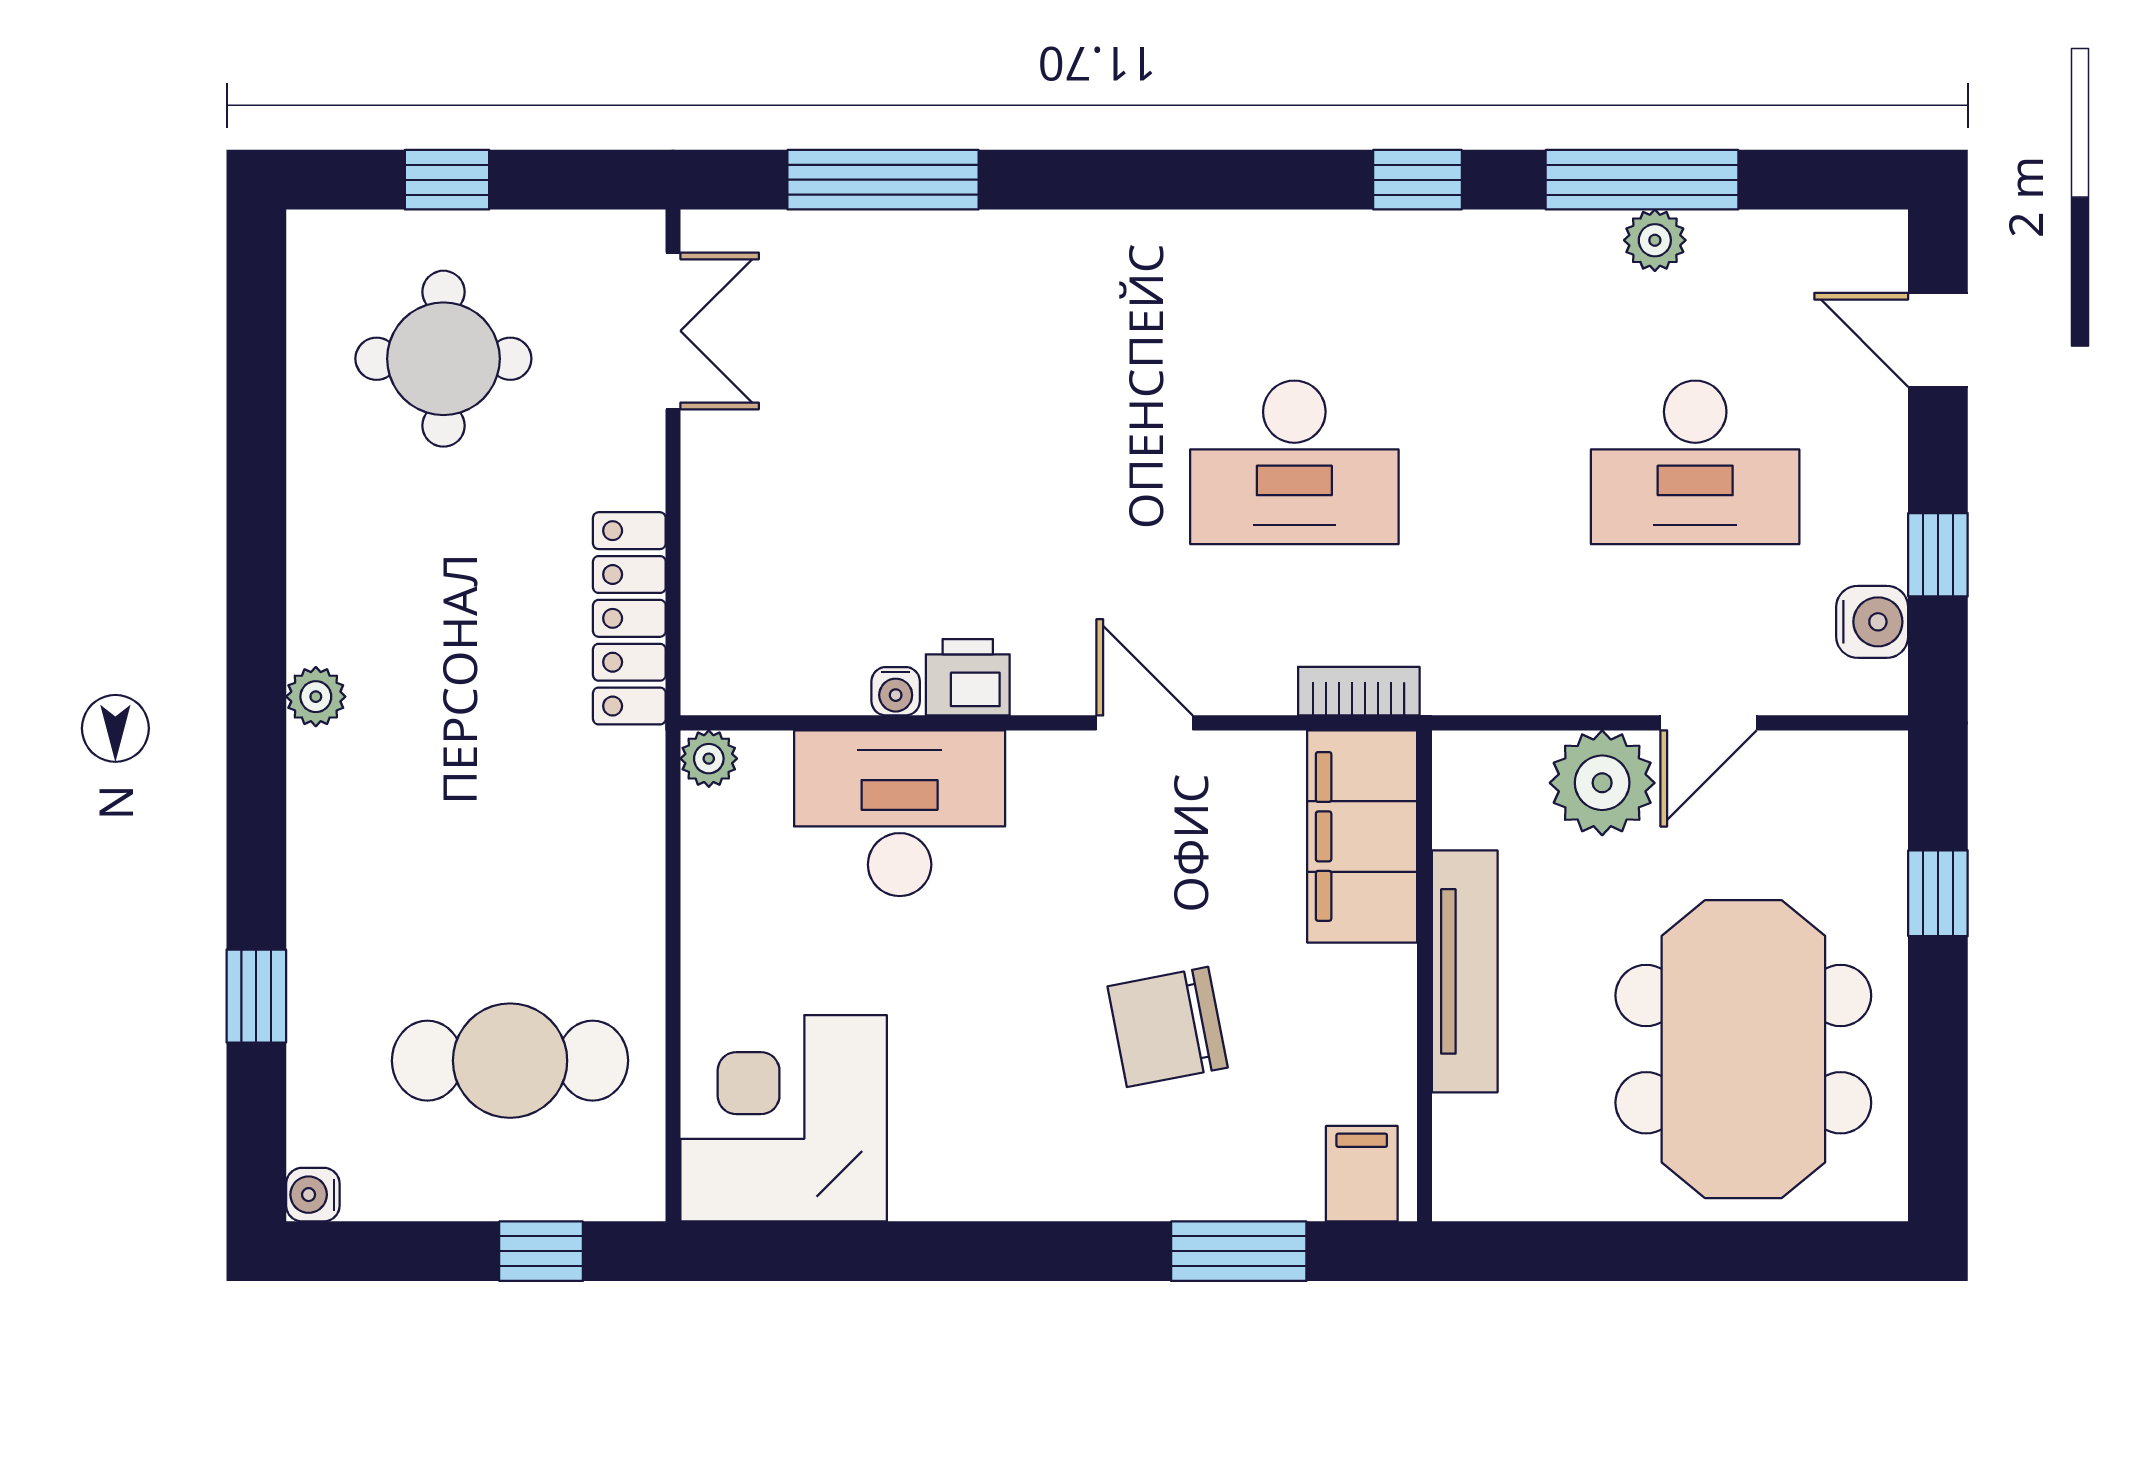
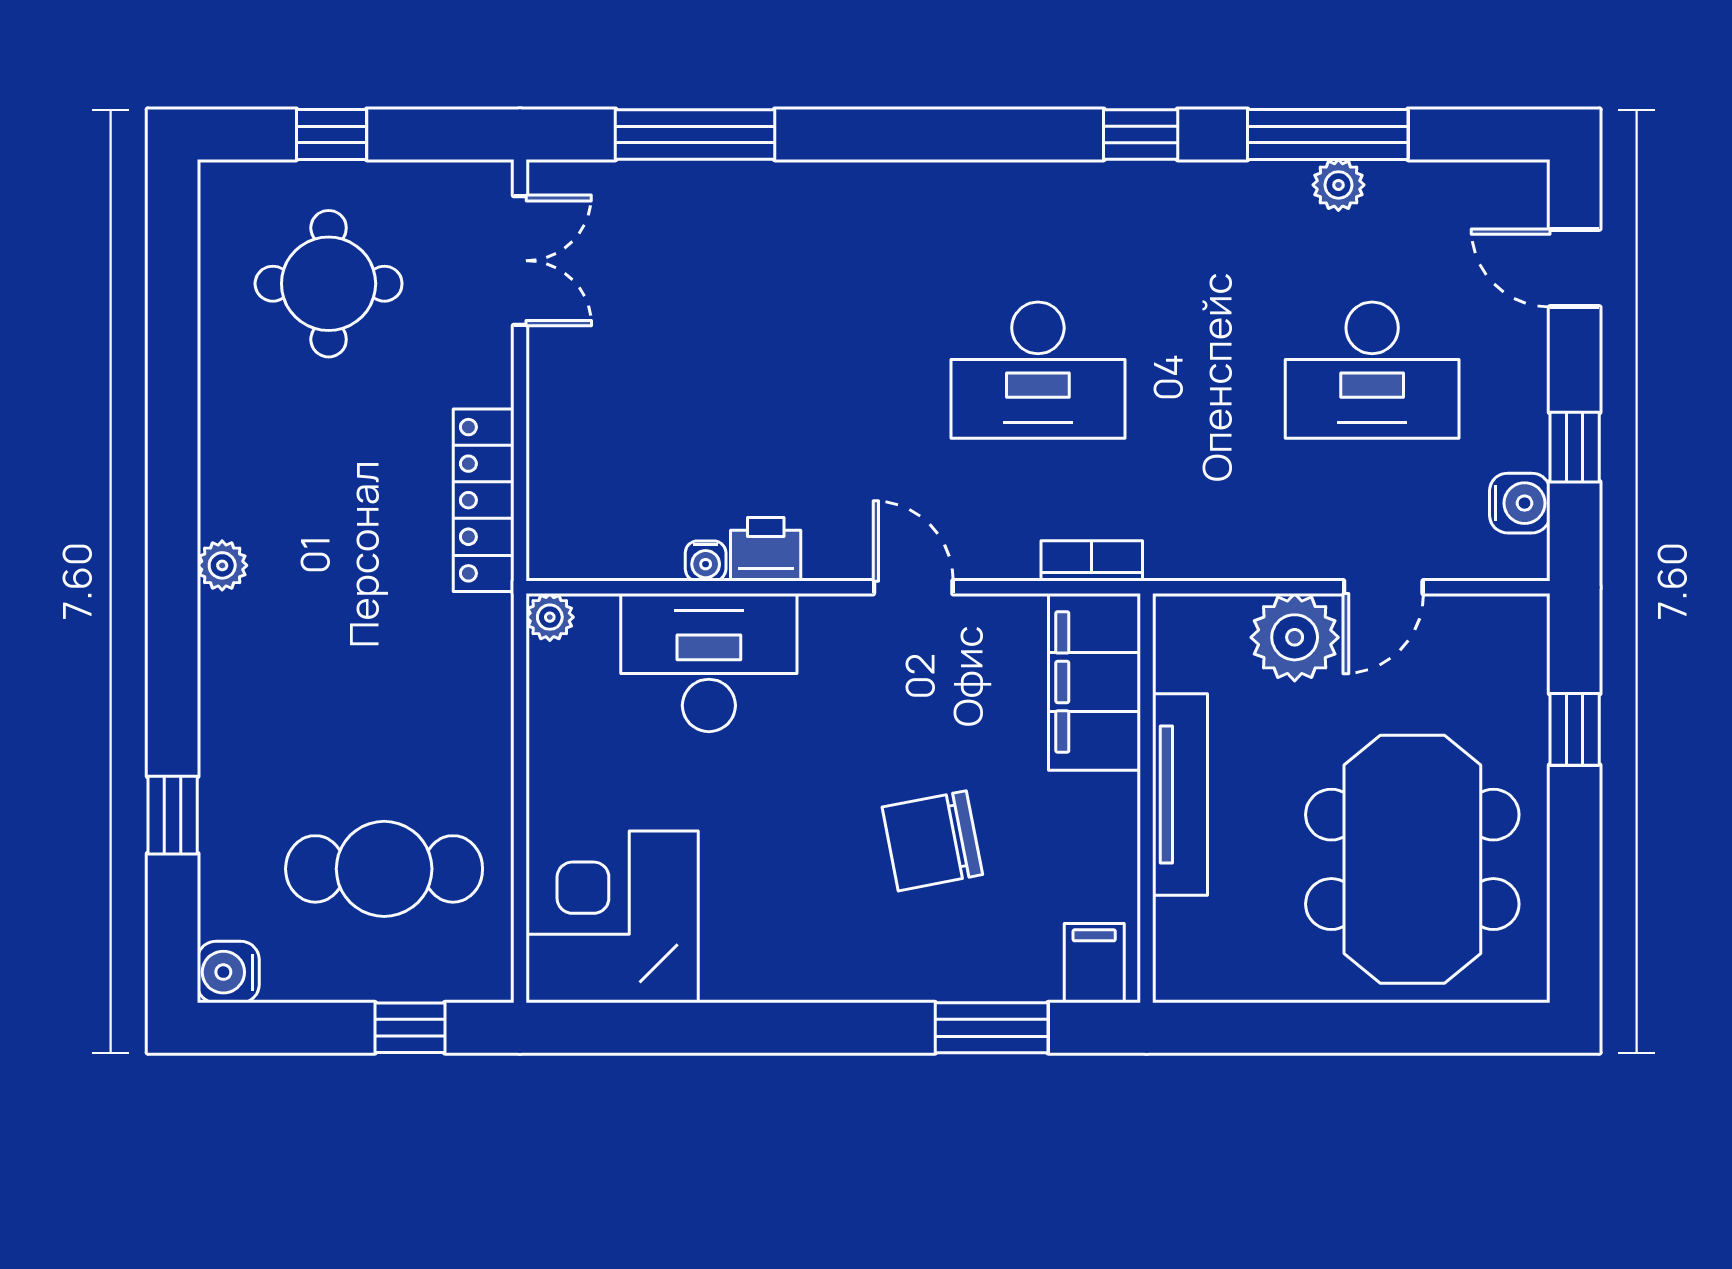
water cooler: (313, 1195) -> (228, 972), width x1.38, depth x1.38

